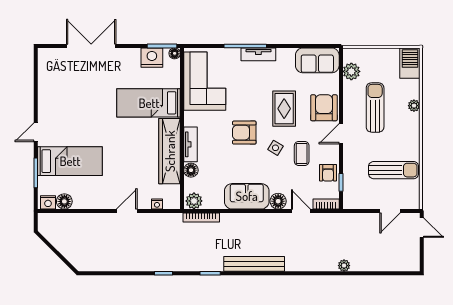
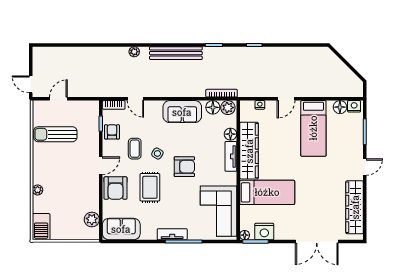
wardrobe: (47, 86) -> (355, 207), added
sun lounger: (375, 107) -> (71, 188), removed
bed: (70, 161) -> (313, 128), moved, turned -90
floor lamp: (278, 201) -> (213, 107), moved
plant: (344, 266) -> (134, 52), moved

